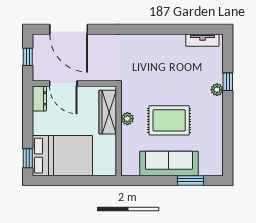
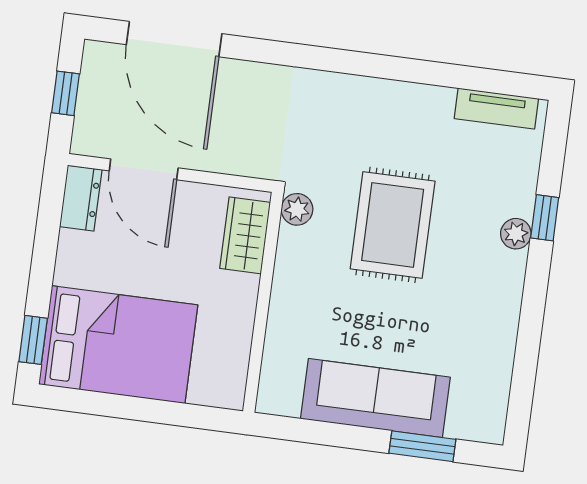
wardrobe: (108, 112) -> (245, 235), width x0.67
plant: (127, 119) -> (297, 209), moved
rug: (169, 120) -> (393, 225), moved, turned 90

